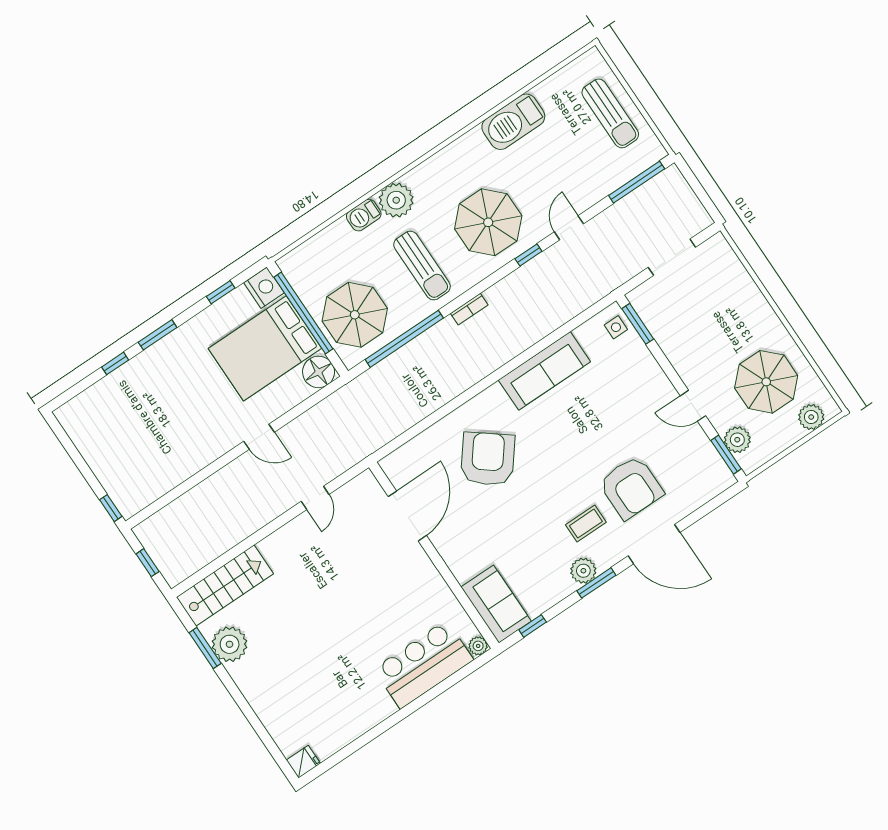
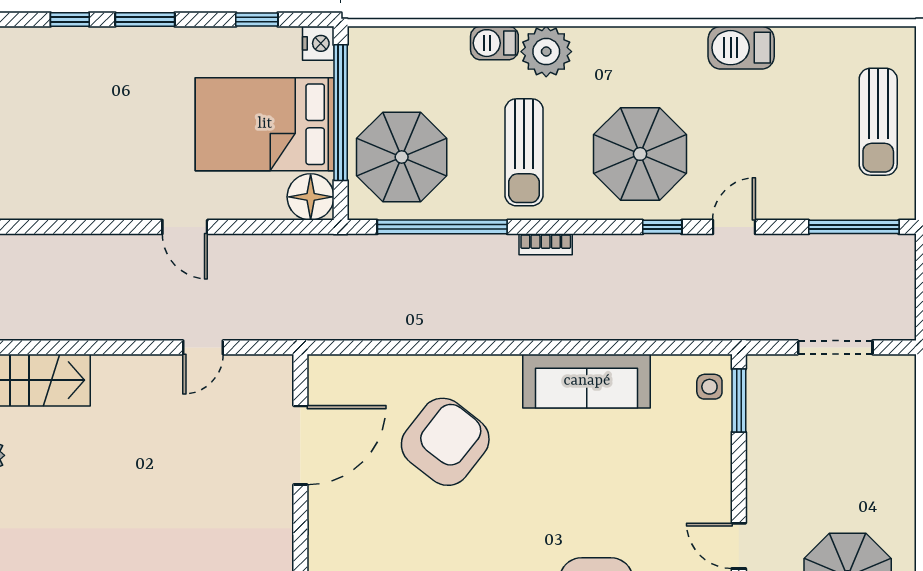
barbecue: (513, 122) -> (741, 48), width x0.73, depth x0.83
nightstand: (264, 288) -> (318, 43), width x0.74, depth x0.75

